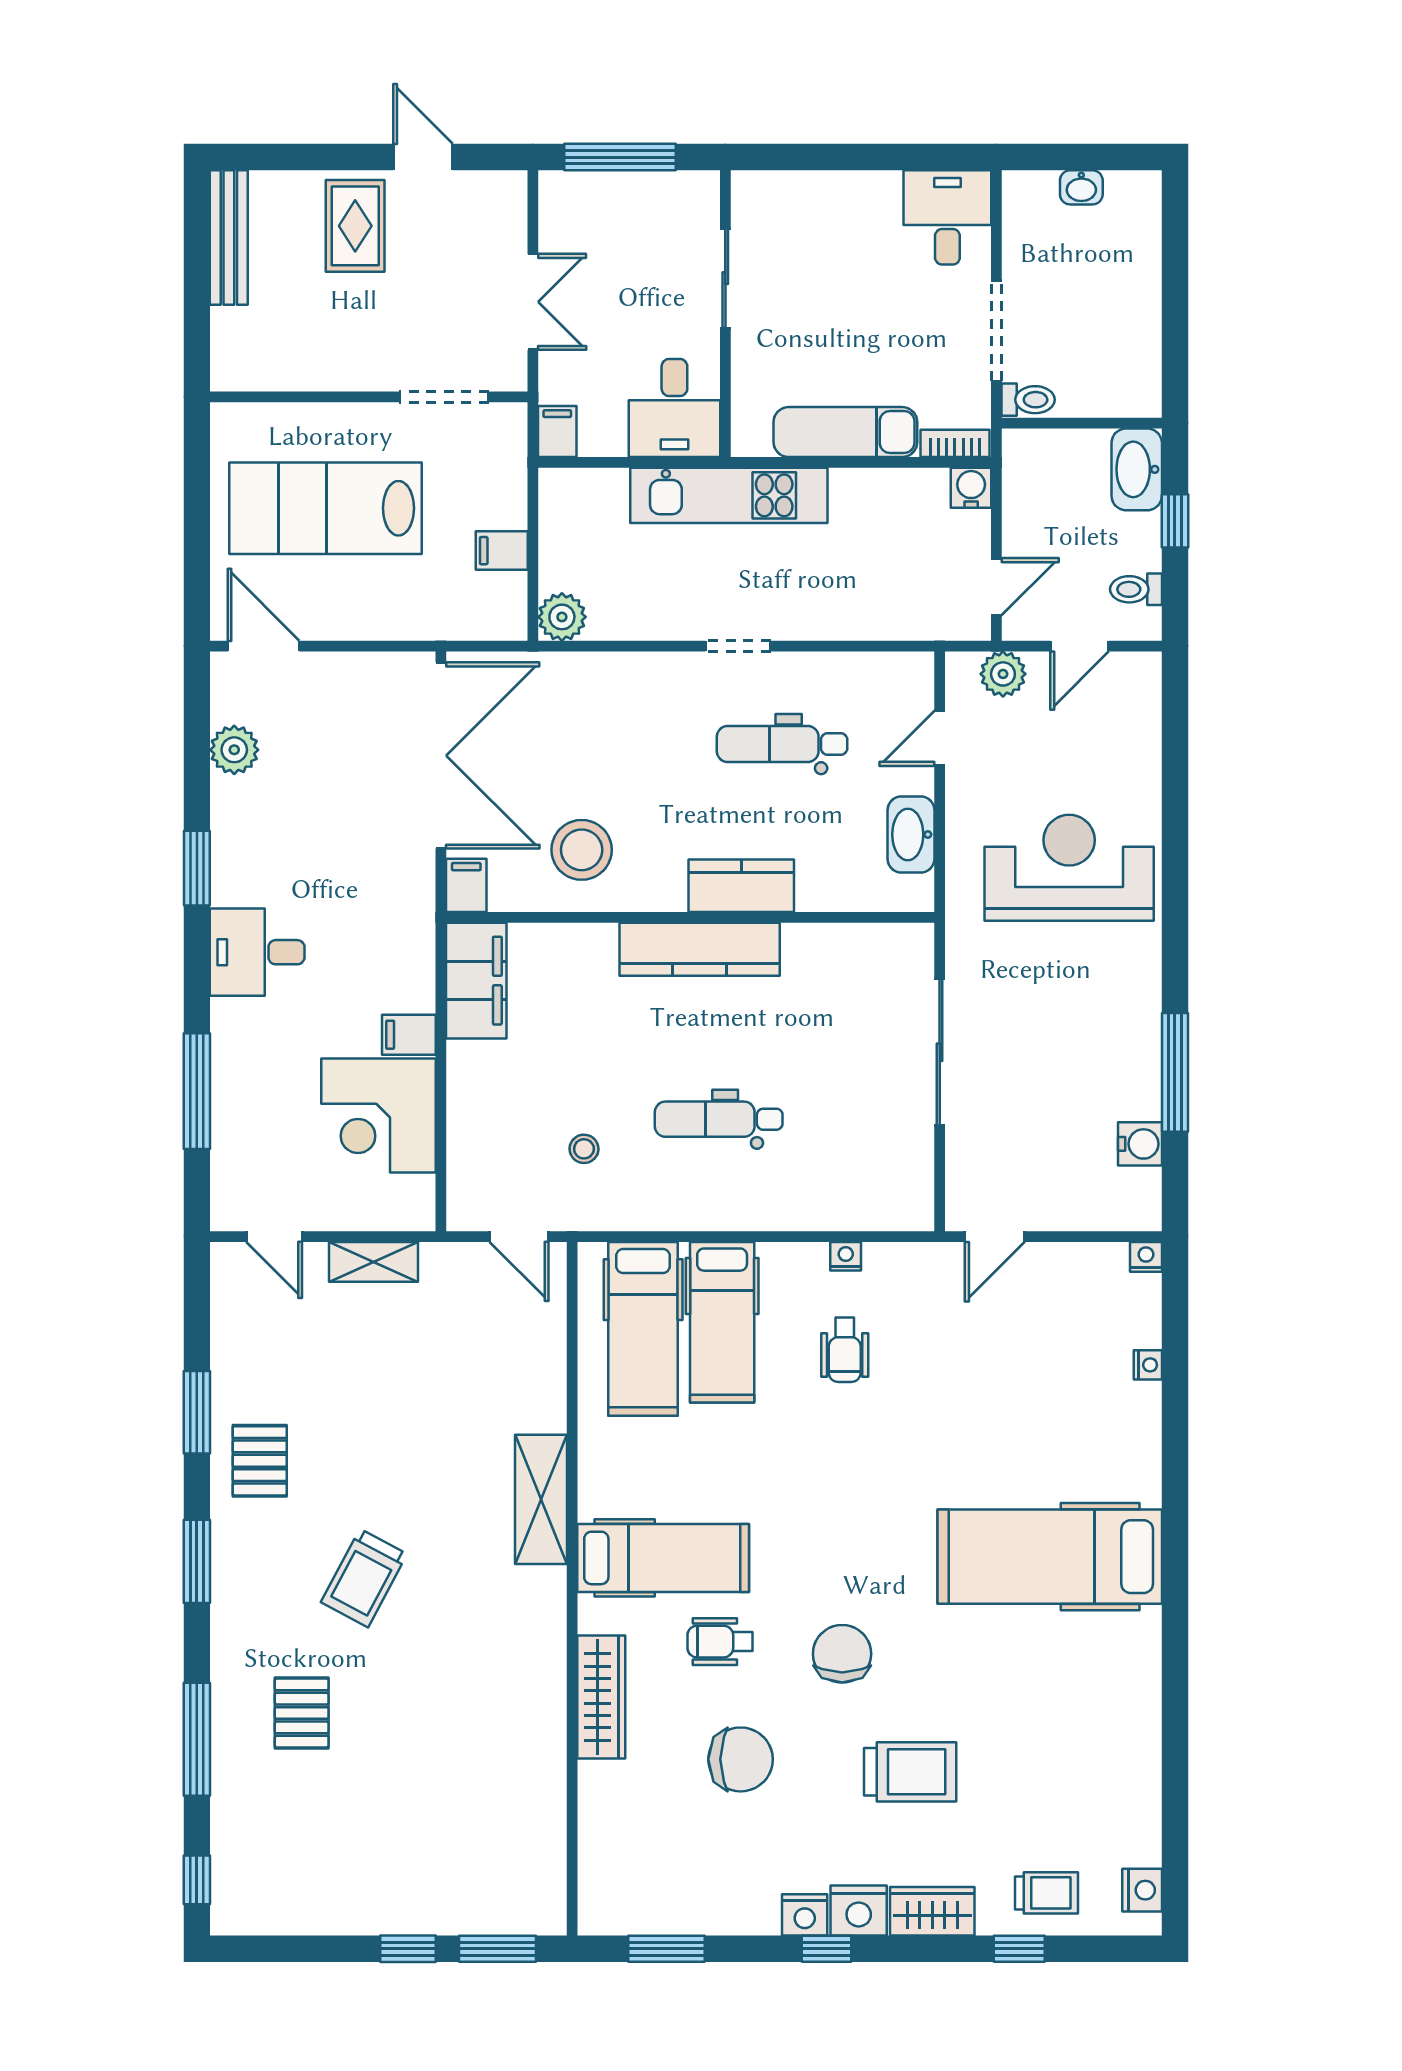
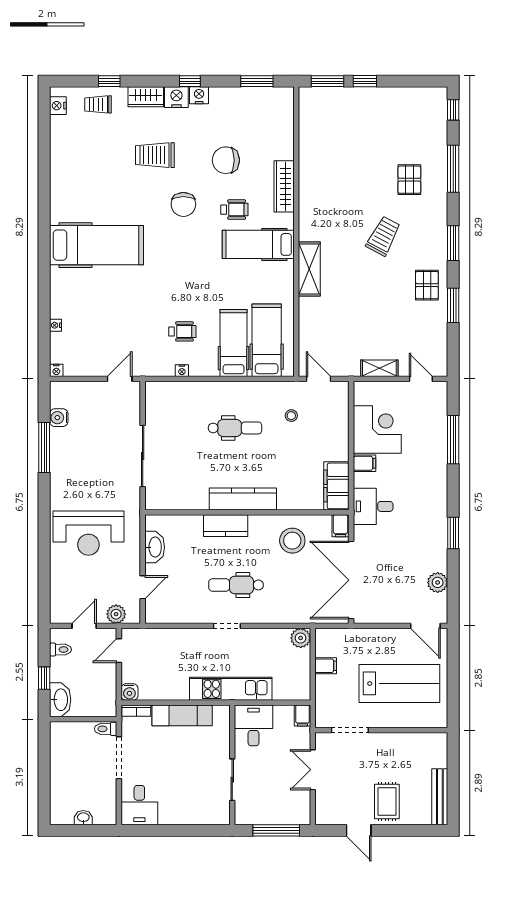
dental chair: (782, 744) -> (236, 585), moved, turned 180
desk: (257, 952) -> (373, 506), moved, turned 180
wheelchair: (845, 1350) -> (182, 331), turned 90

